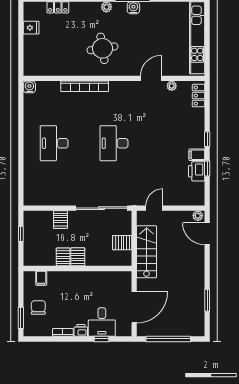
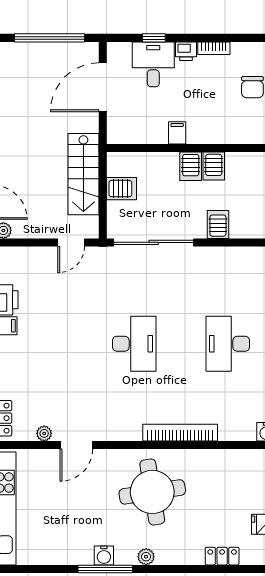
round table: (102, 48) -> (152, 492), width x1.36, depth x1.36
desk: (54, 143) -> (228, 344), turned 180
filing cabinet: (41, 278) -> (177, 133), moved

